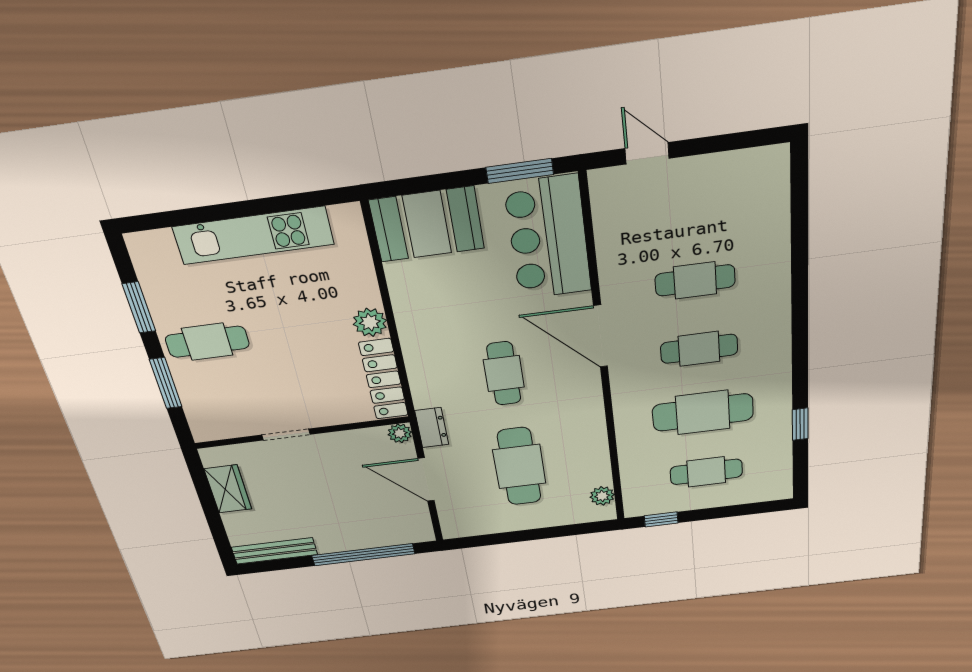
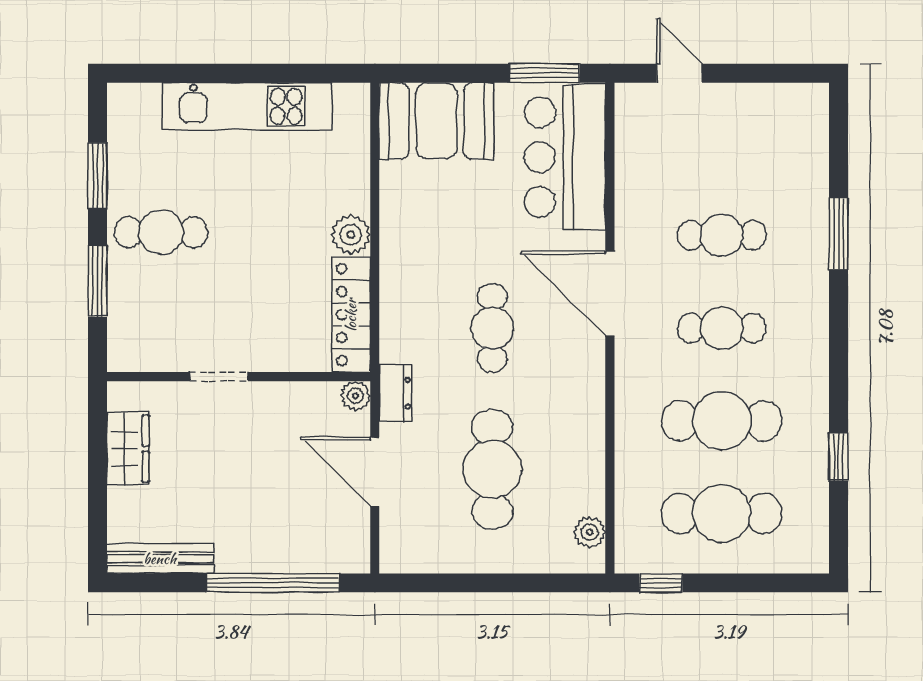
window: (800, 265) -> (839, 233), added
cafe table: (706, 472) -> (722, 513), width x1.37, depth x1.35

